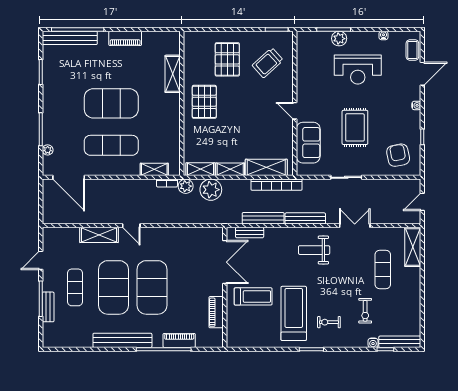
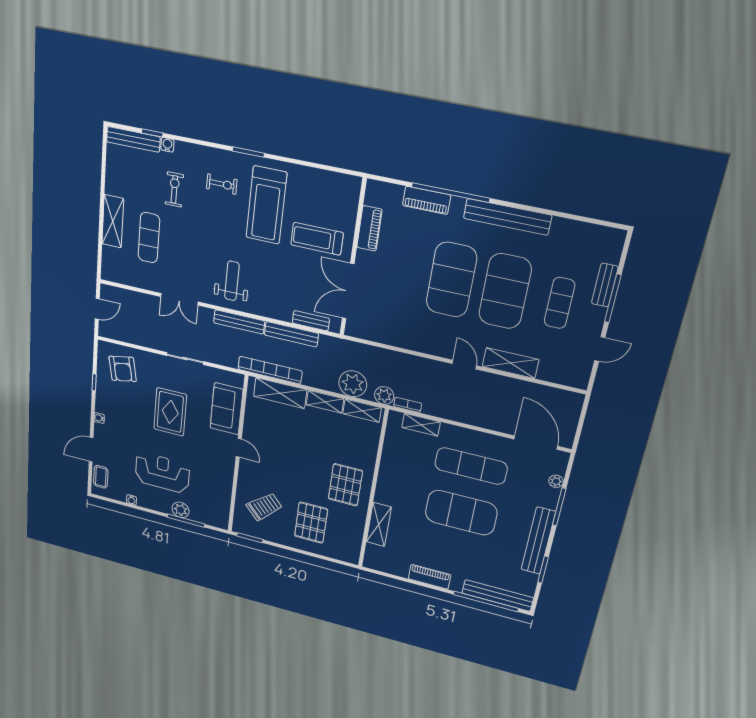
bench: (50, 96) -> (538, 541), added
shelving: (413, 247) -> (113, 221), moved
weight bench: (314, 250) -> (232, 281), turned -90

